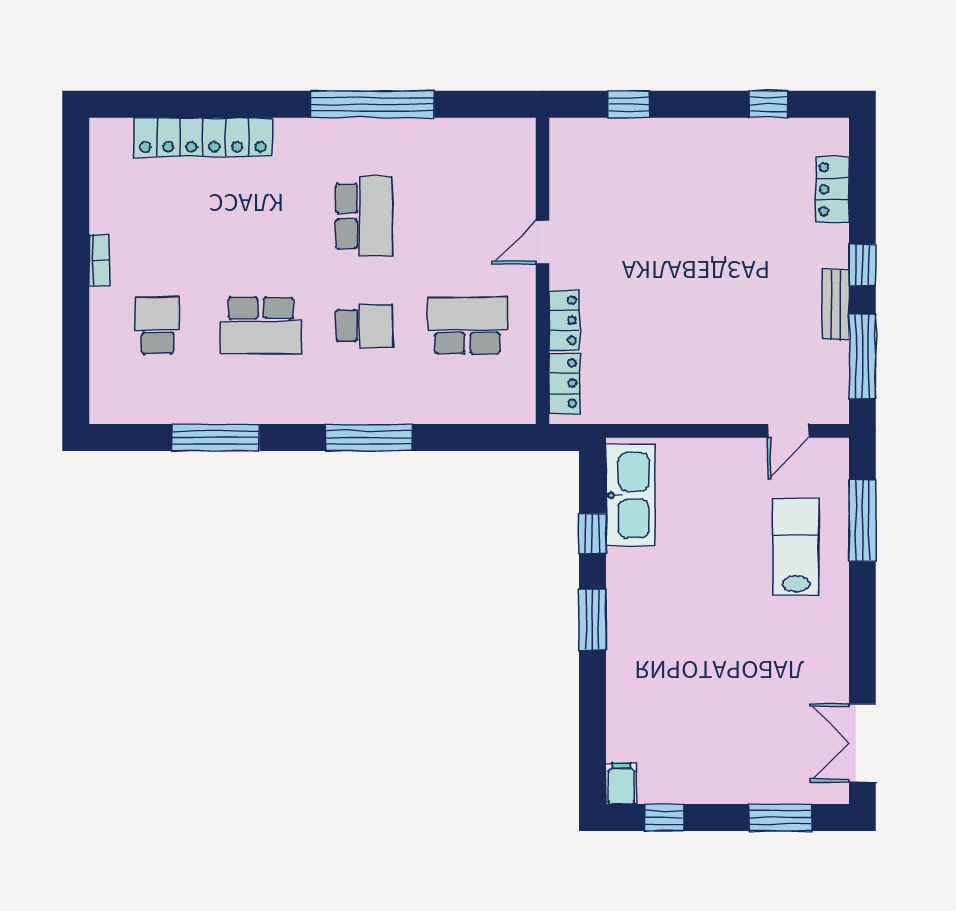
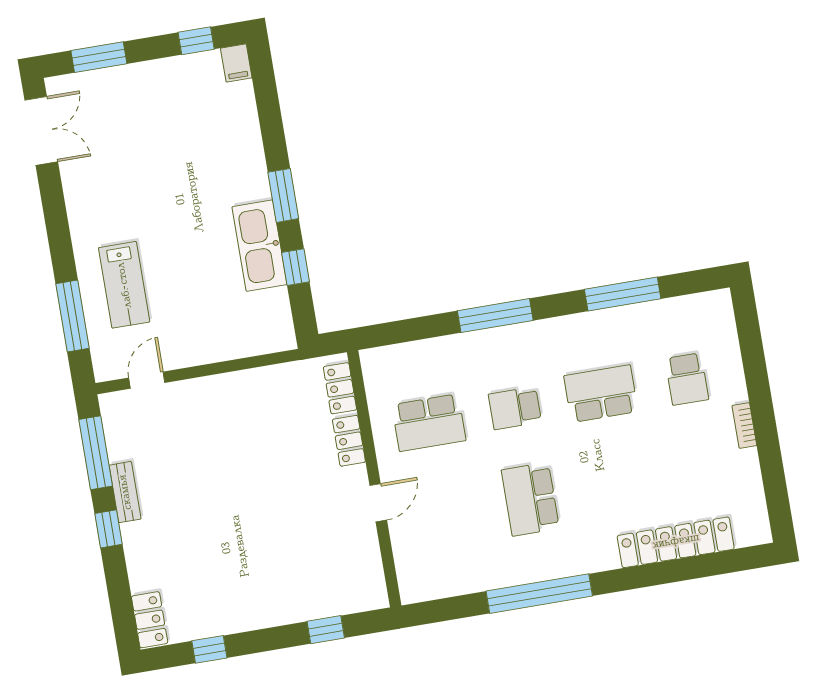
locker: (832, 189) -> (150, 620), moved
kitchen sink: (630, 495) -> (259, 246), moved

